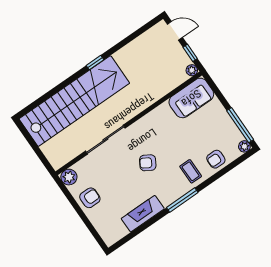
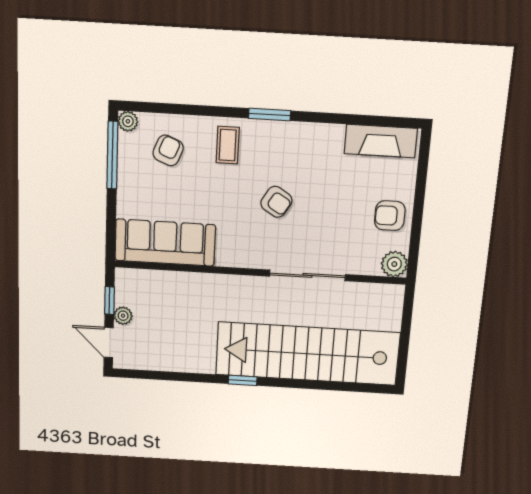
plant: (192, 70) -> (123, 316), moved
sofa: (191, 98) -> (165, 243), width x1.36
armchair: (216, 159) -> (168, 150), moved, turned -68
window: (182, 200) -> (270, 115), width x0.69
fireplace: (143, 214) -> (381, 141), moved

